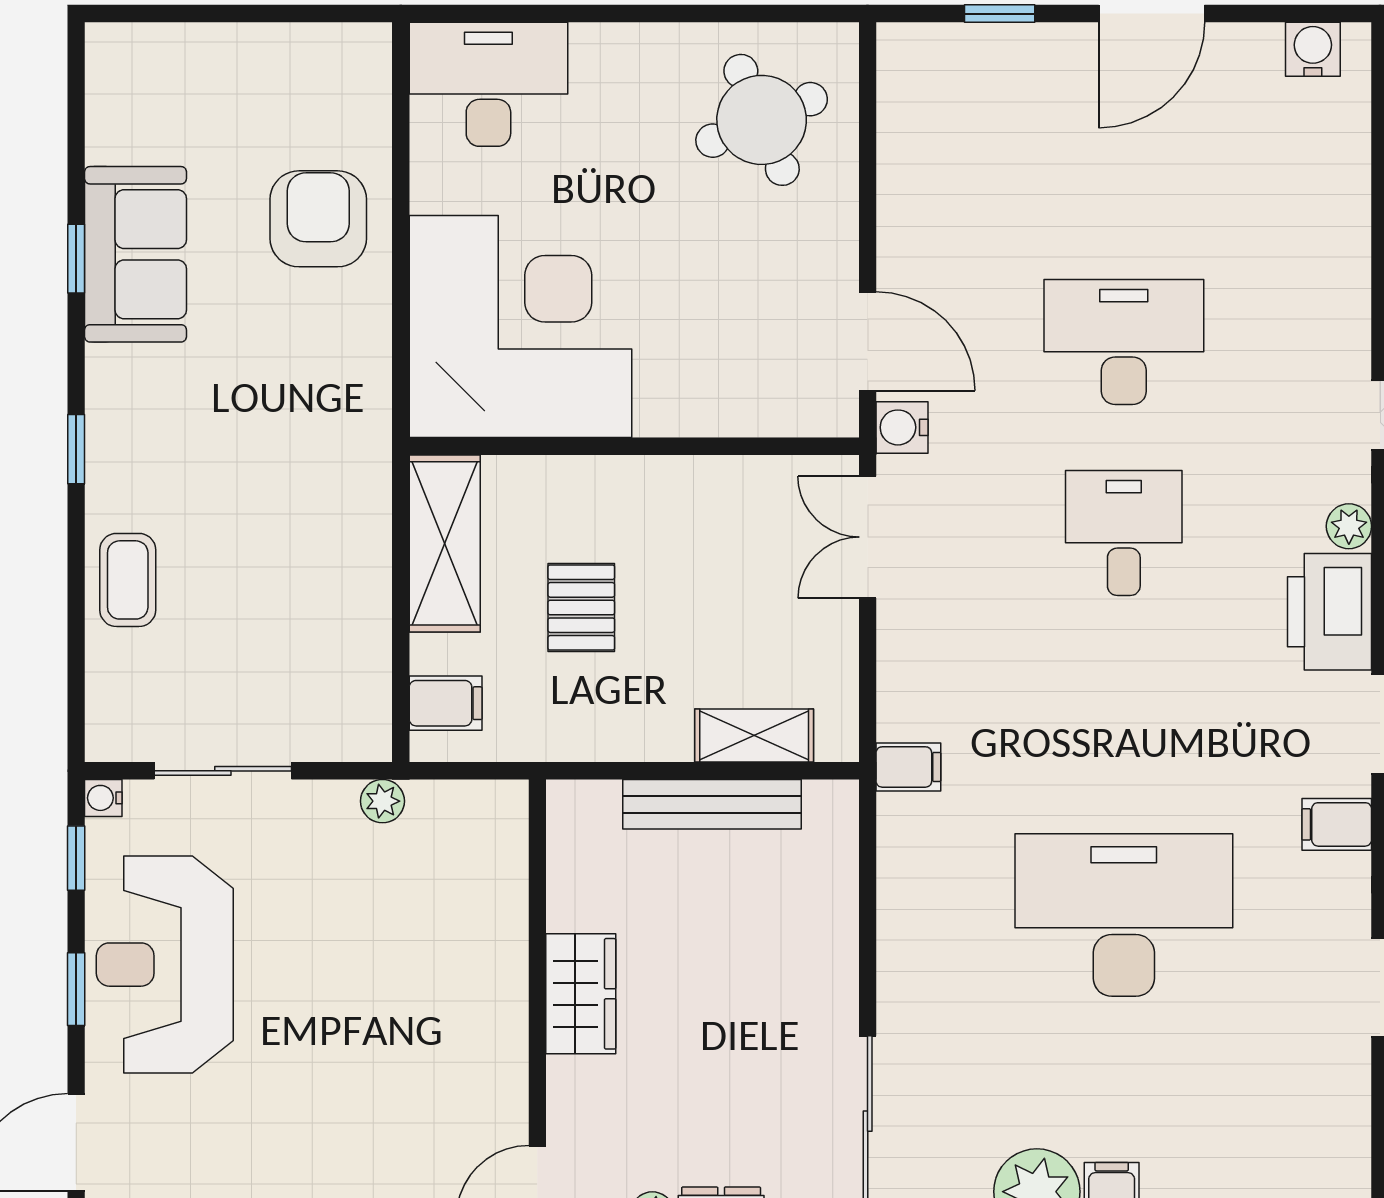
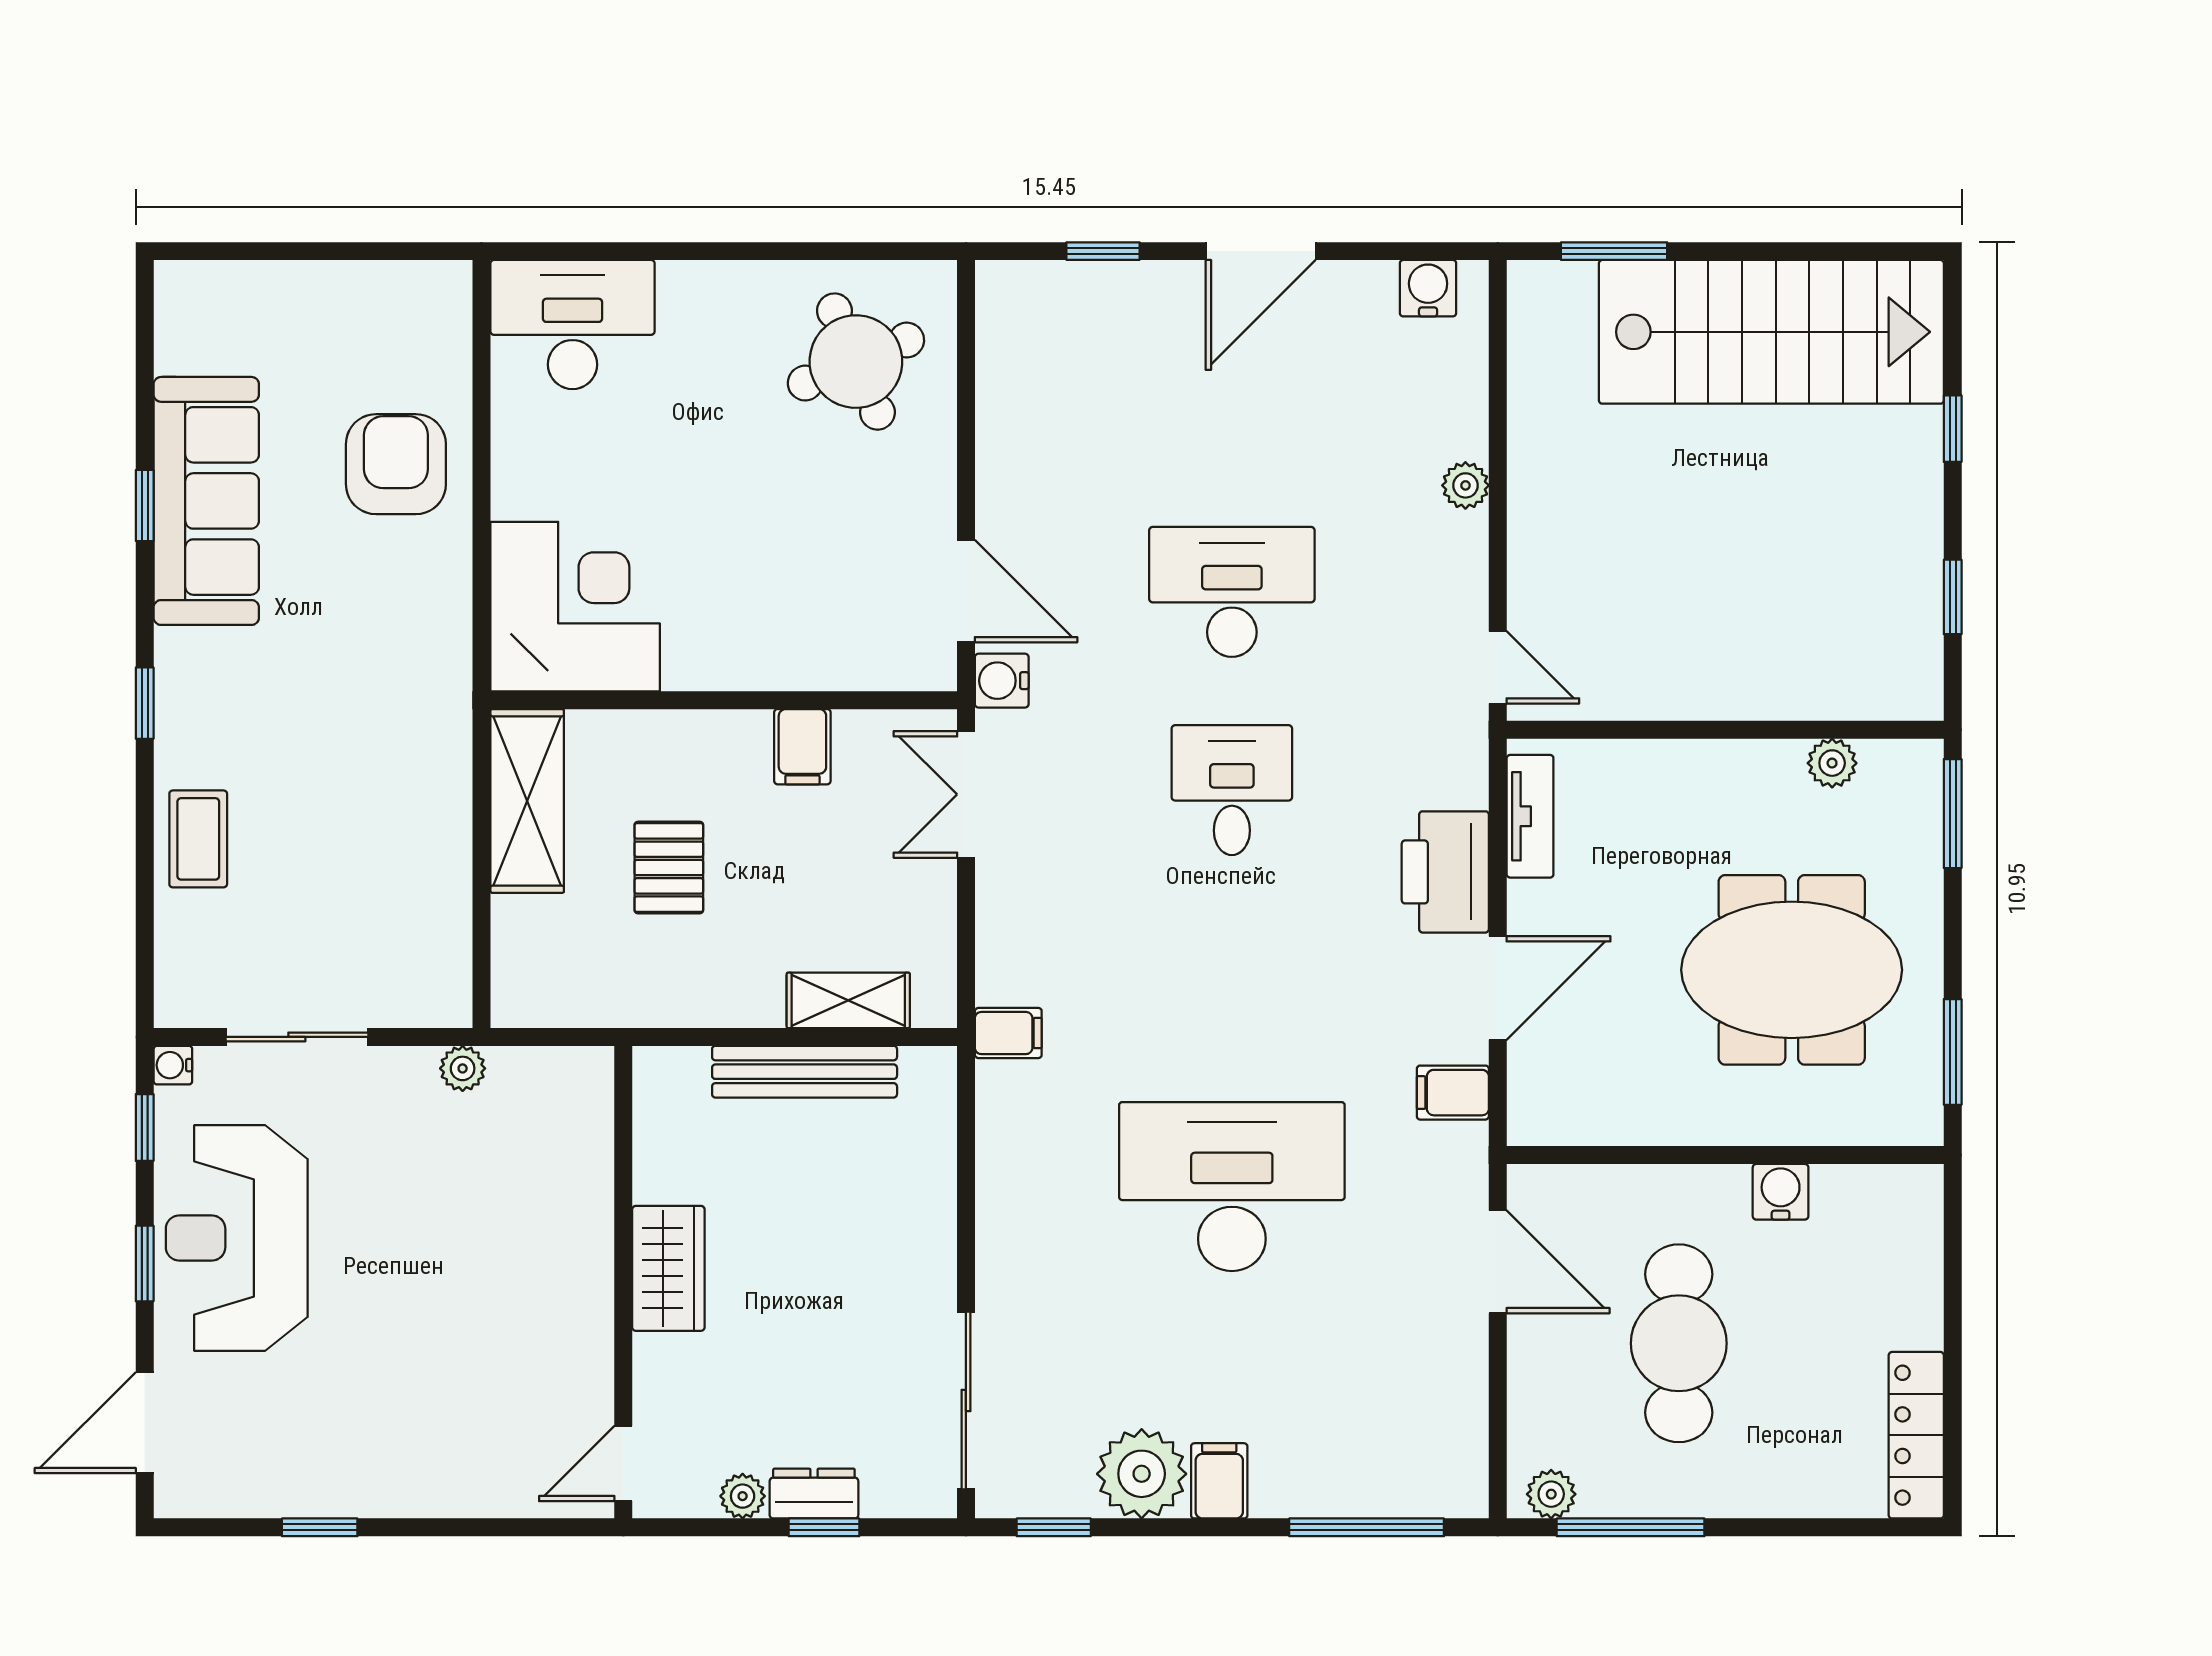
sofa: (135, 254) -> (206, 501), width x1.36
corner desk: (520, 327) -> (575, 607), width x0.74, depth x0.74
plant: (1349, 526) -> (1465, 485), moved
filing cabinet: (446, 703) -> (802, 747), moved, turned 90

